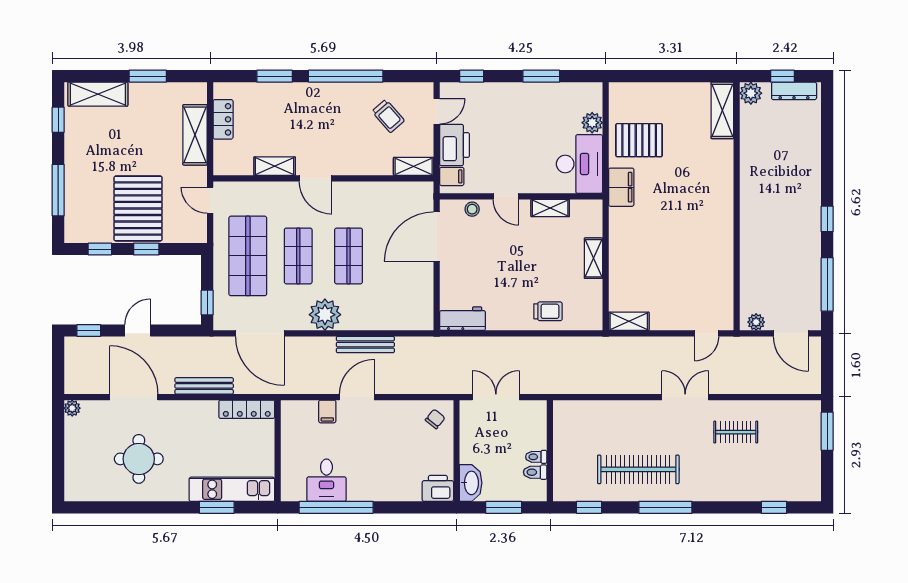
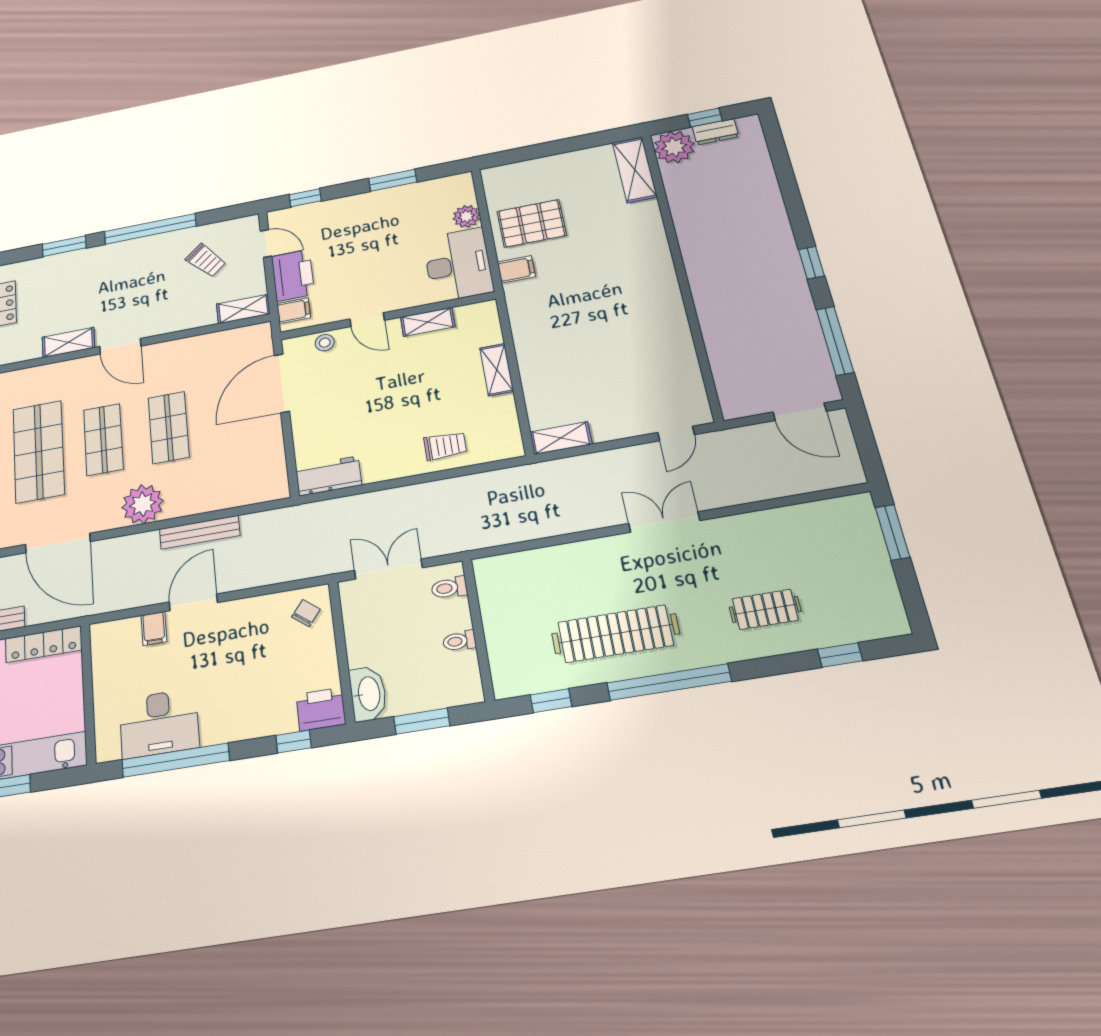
dresser: (794, 91) -> (715, 132), width x0.70
plant: (751, 93) -> (674, 147), width x1.36, depth x1.36
door: (437, 111) -> (266, 243), hinge flipped
filing cabinet: (621, 187) -> (516, 269), width x0.50
plant: (756, 322) -> (745, 406), removed
clothes rail: (736, 432) -> (765, 609), moved
toilet: (535, 472) -> (449, 588), moved
desk: (326, 480) -> (159, 723), width x1.37
window: (417, 507) -> (293, 742), added
window: (665, 507) -> (669, 682), width x1.46

